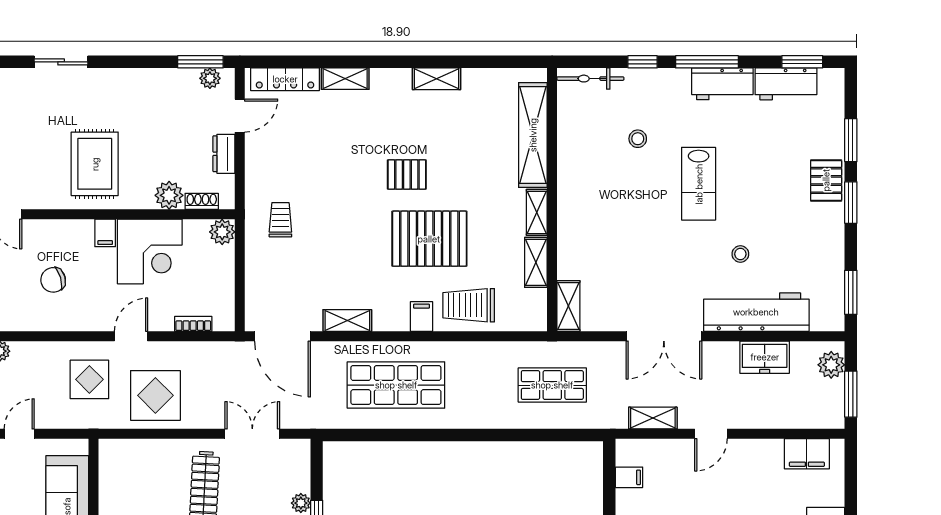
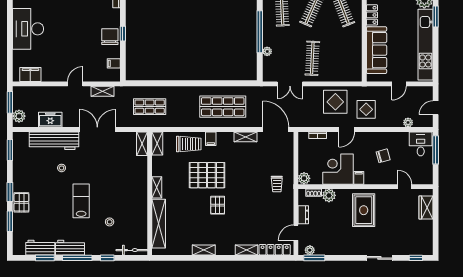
window: (802, 62) -> (45, 258), moved
pallet: (407, 175) -> (218, 205), turned 90
shelving: (536, 262) -> (157, 143), moved

